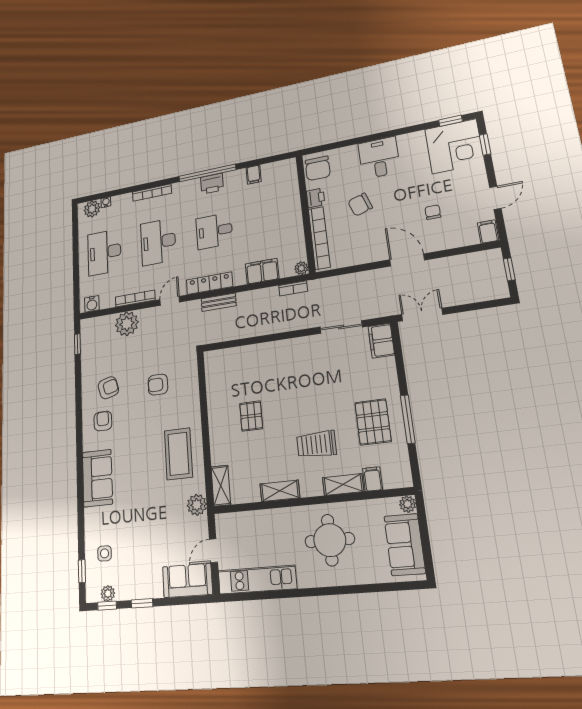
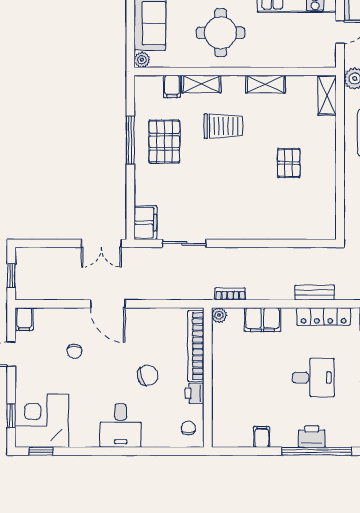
chair: (318, 168) -> (188, 428), width x0.54, depth x0.54

